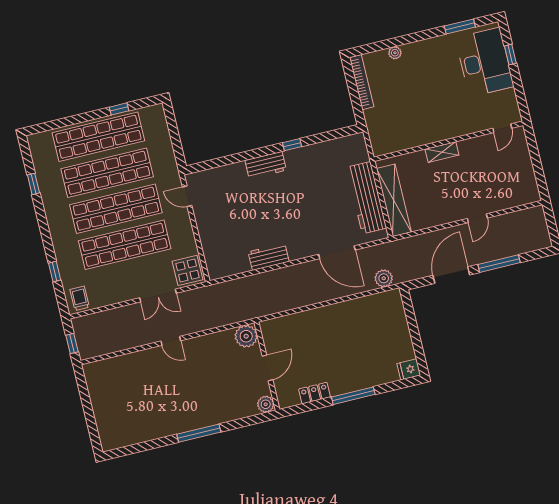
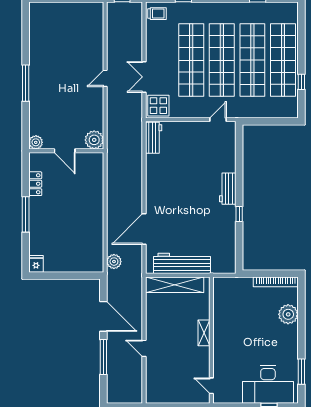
plant: (395, 53) -> (288, 314), width x1.87, depth x1.87
workbench: (269, 257) -> (154, 138), moved

